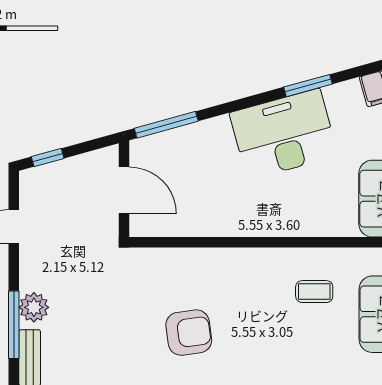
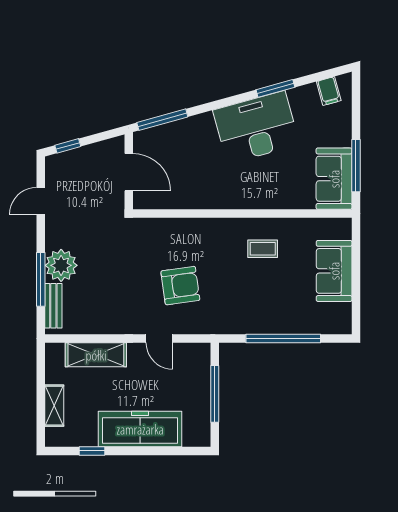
coffee table: (314, 292) -> (263, 249), moved
plant: (34, 307) -> (61, 265), width x1.36, depth x1.36

